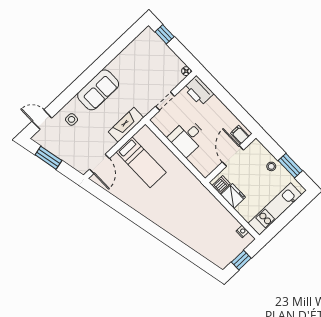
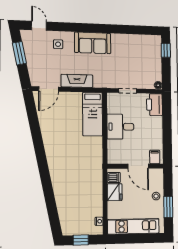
fireplace: (126, 125) -> (77, 81), moved
door: (233, 156) -> (138, 166), swing flipped
bed: (141, 162) -> (93, 114), moved

